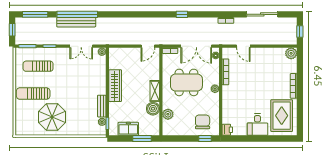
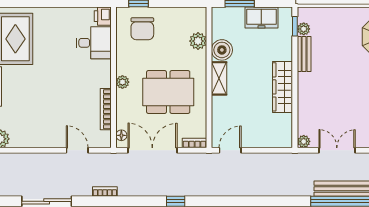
desk: (257, 125) -> (94, 43), moved, turned 90

